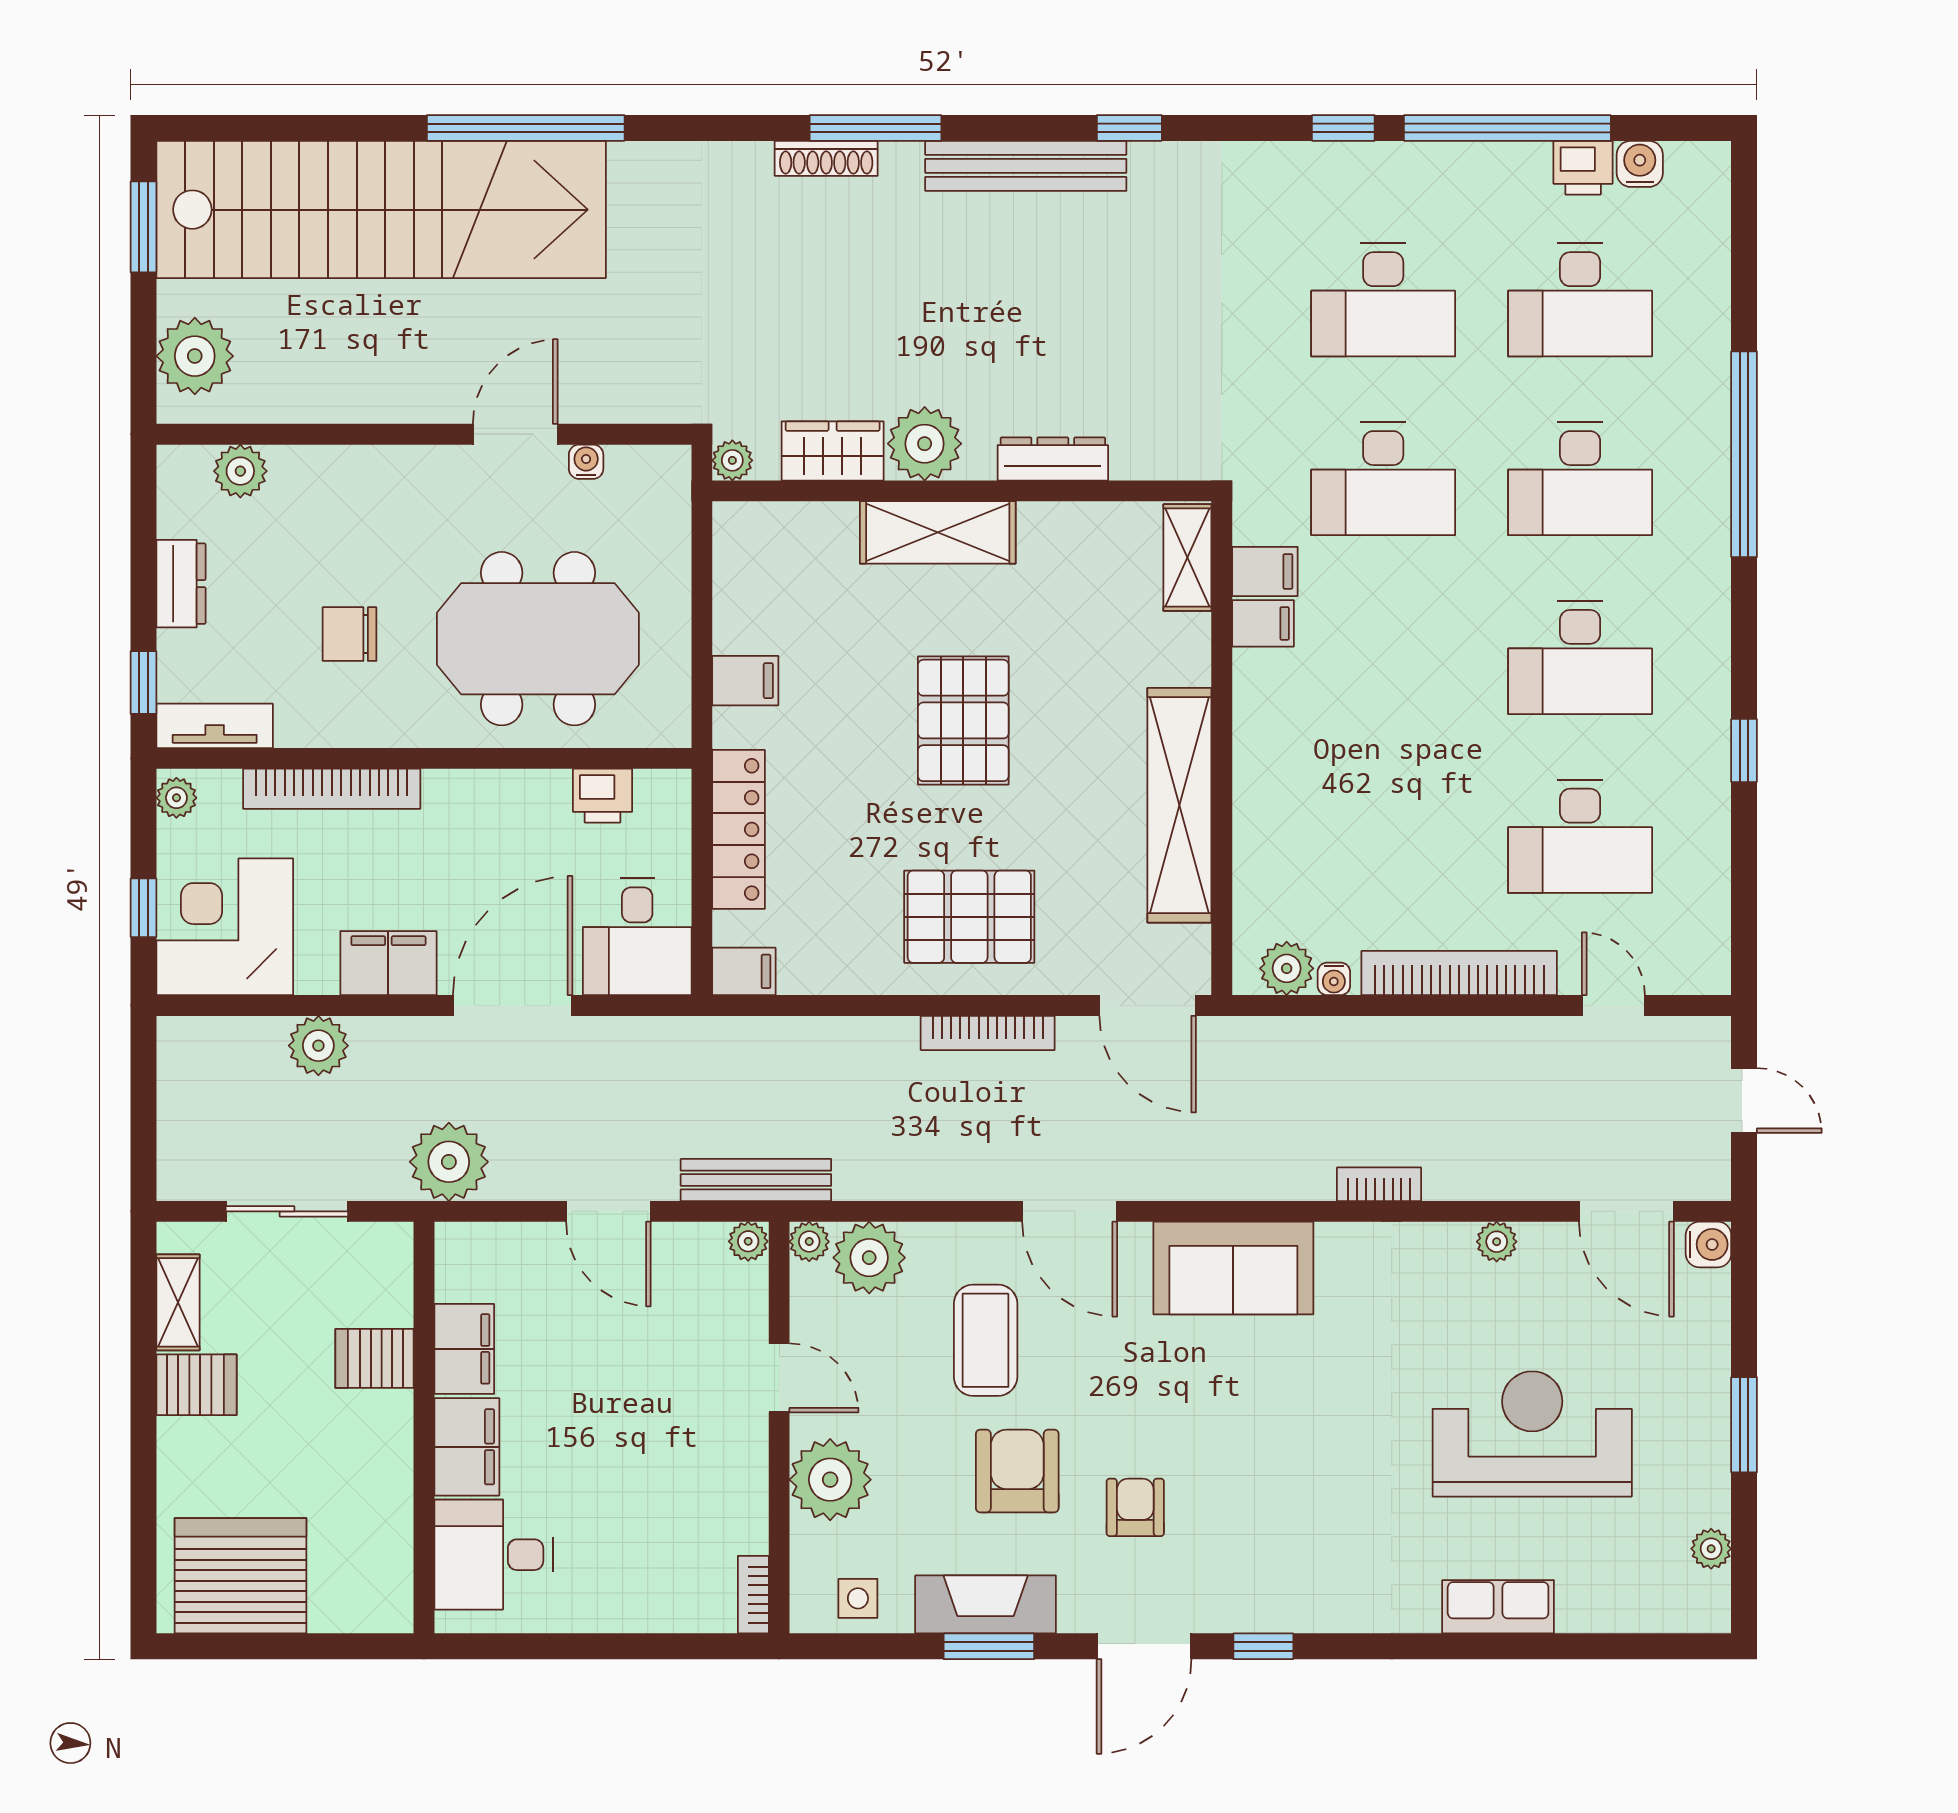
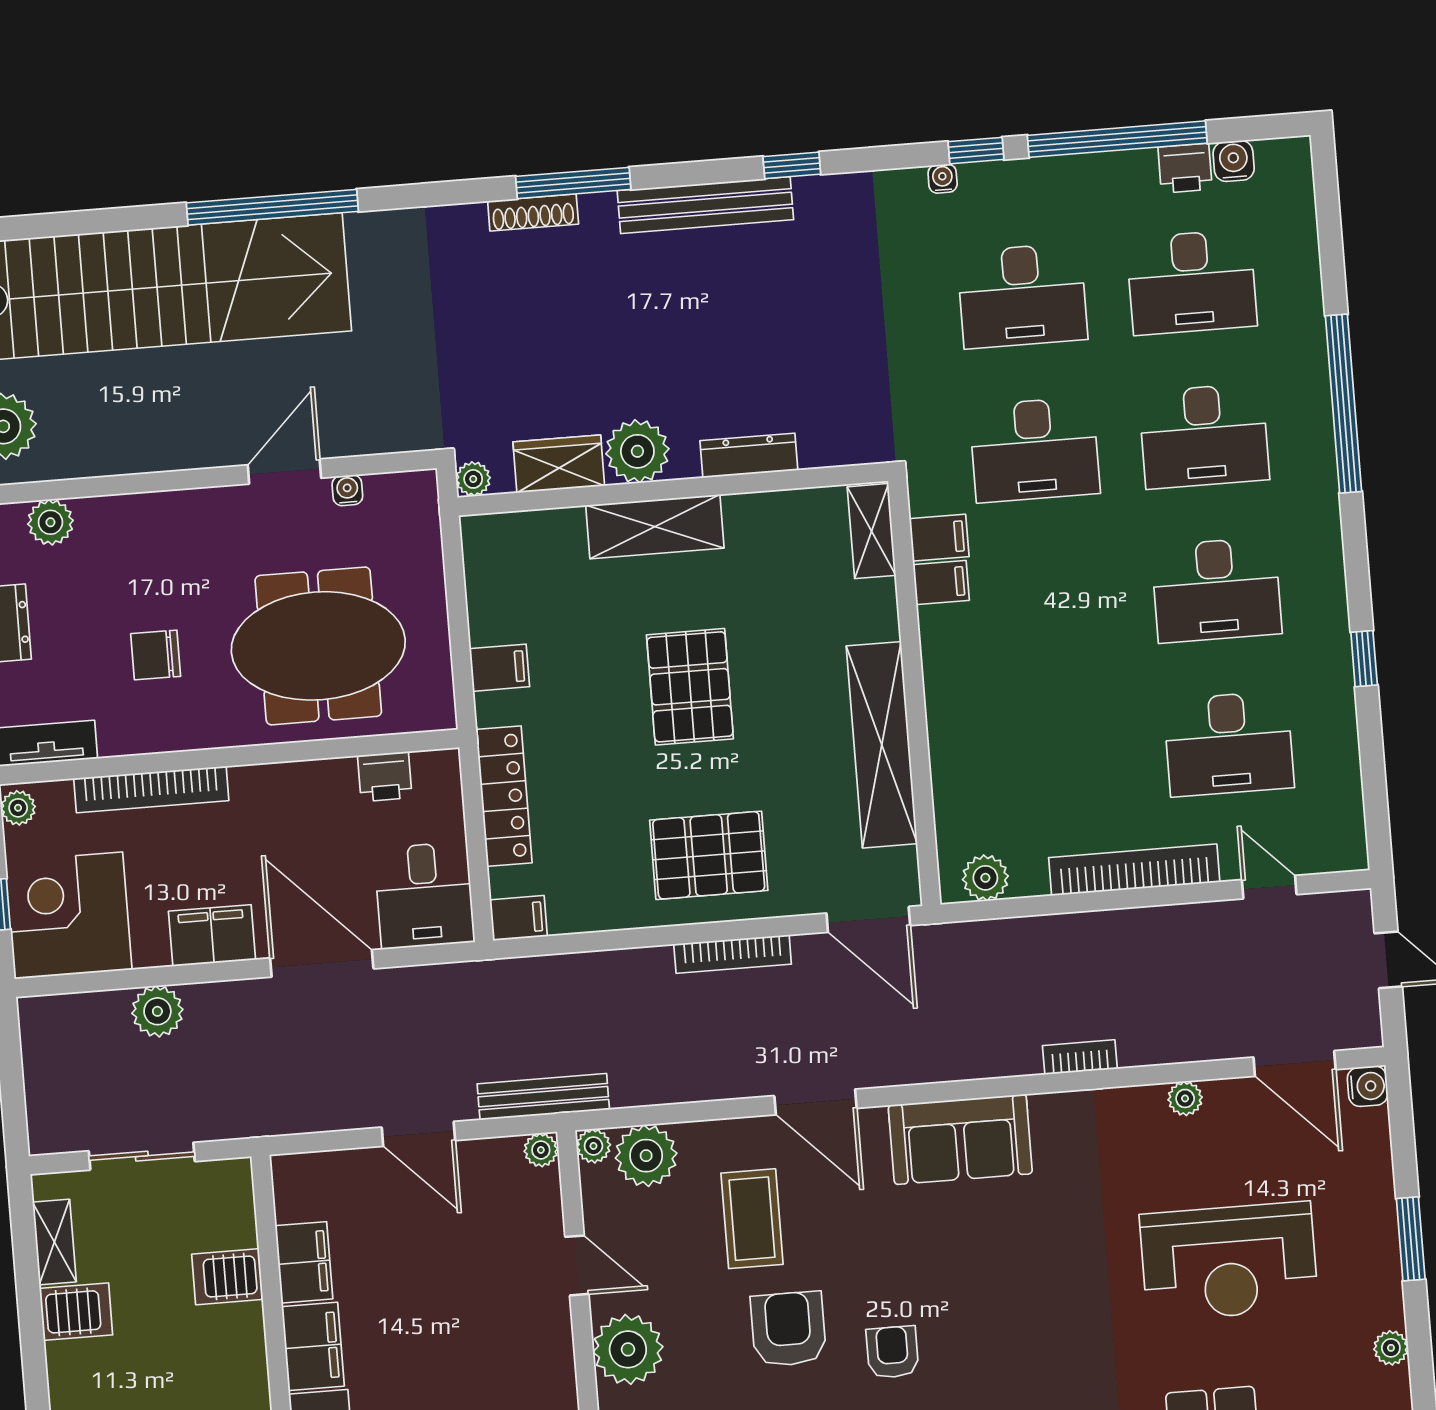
water cooler: (1334, 979) -> (943, 179), moved, turned 180
door: (513, 1006) -> (322, 963), hinge flipped
plant: (449, 1162) -> (278, 1102), removed
reception desk: (1532, 1434) -> (1229, 1261), turned 180

